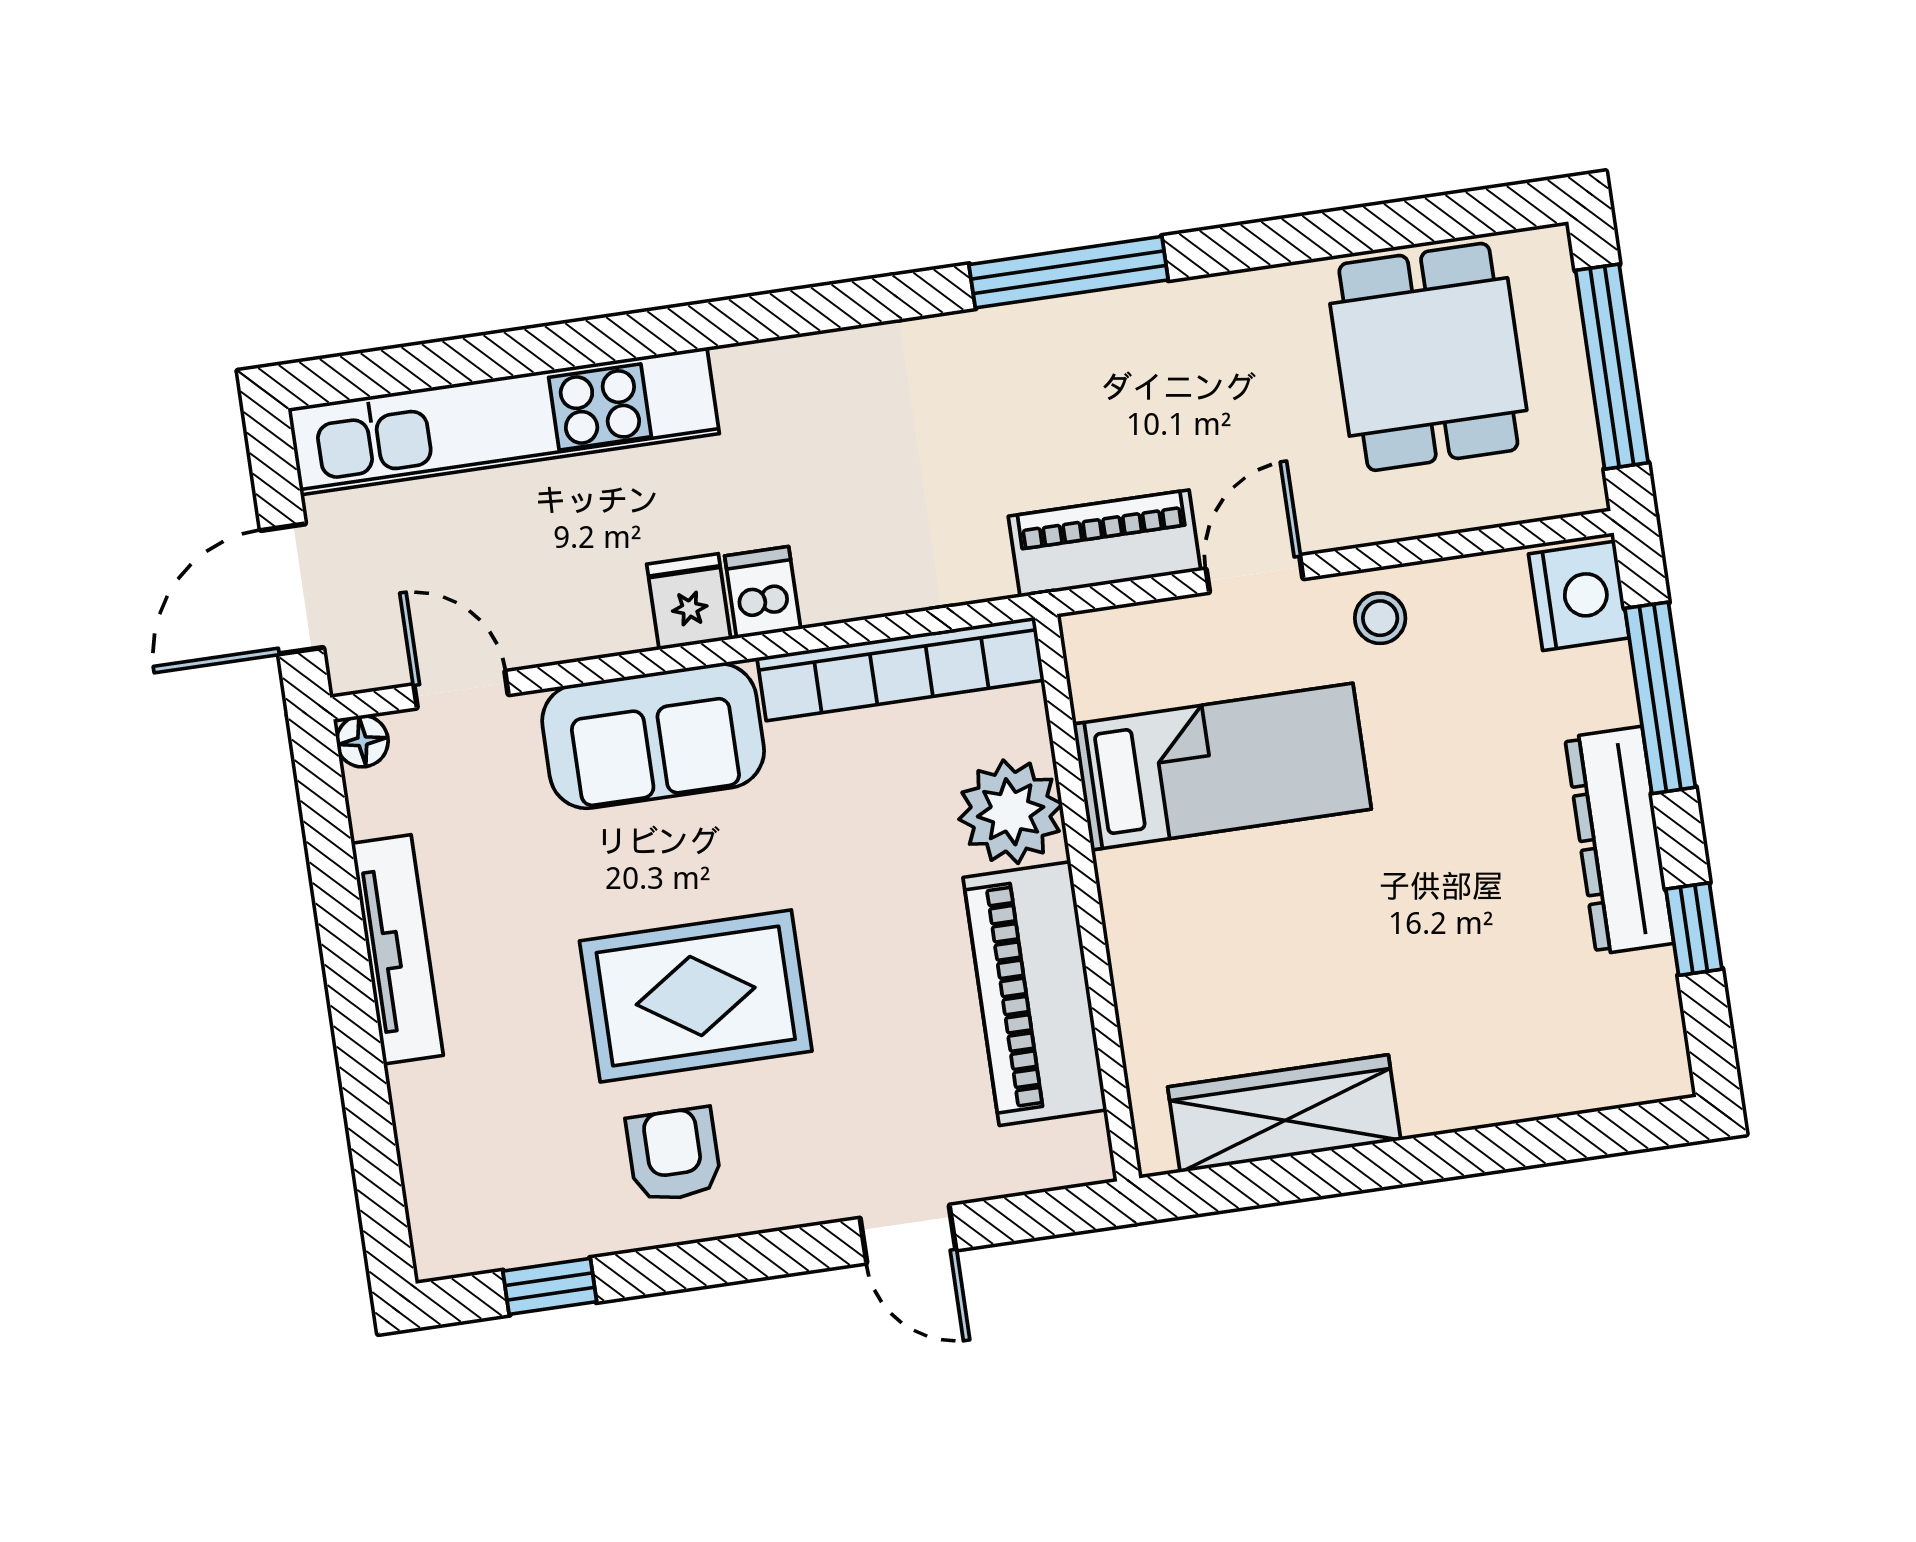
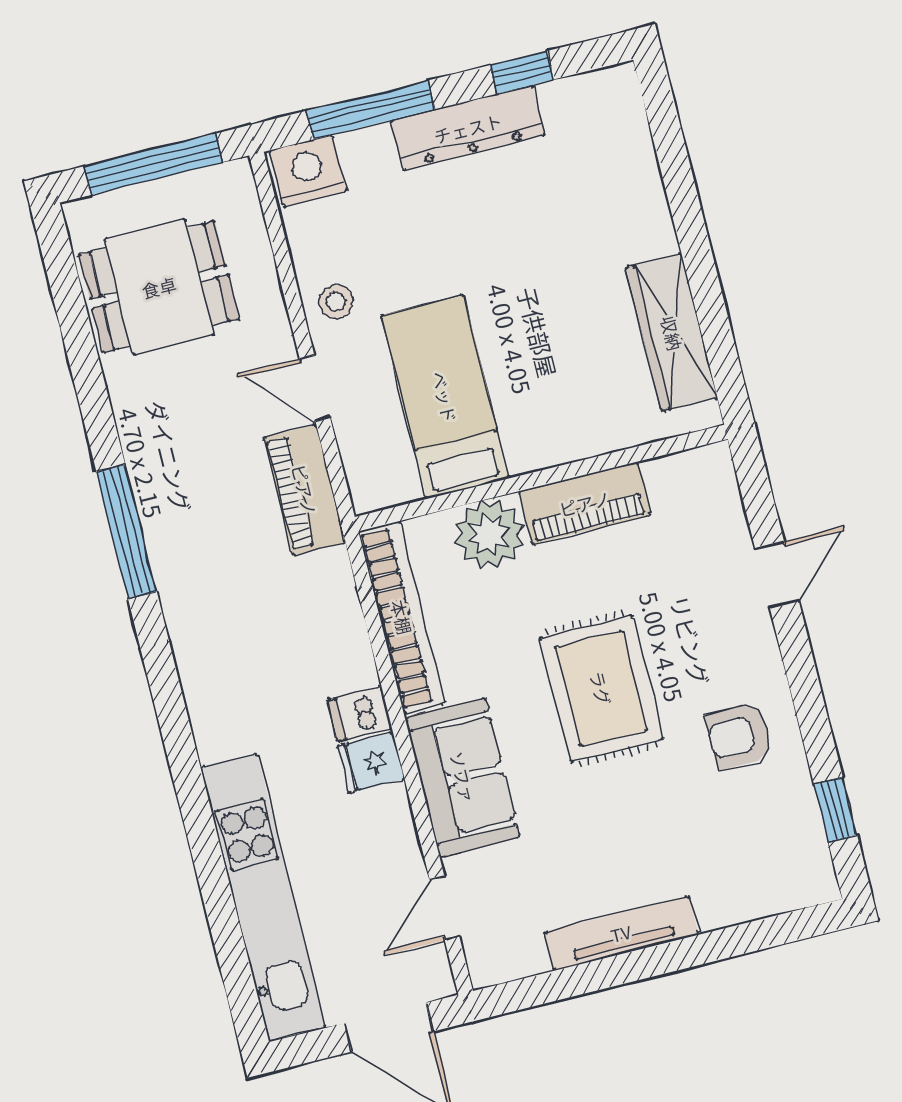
floor lamp: (362, 741) -> (485, 970), removed
piano: (1035, 994) -> (585, 503), width x0.73, depth x0.75
rug: (696, 996) -> (601, 688), moved

